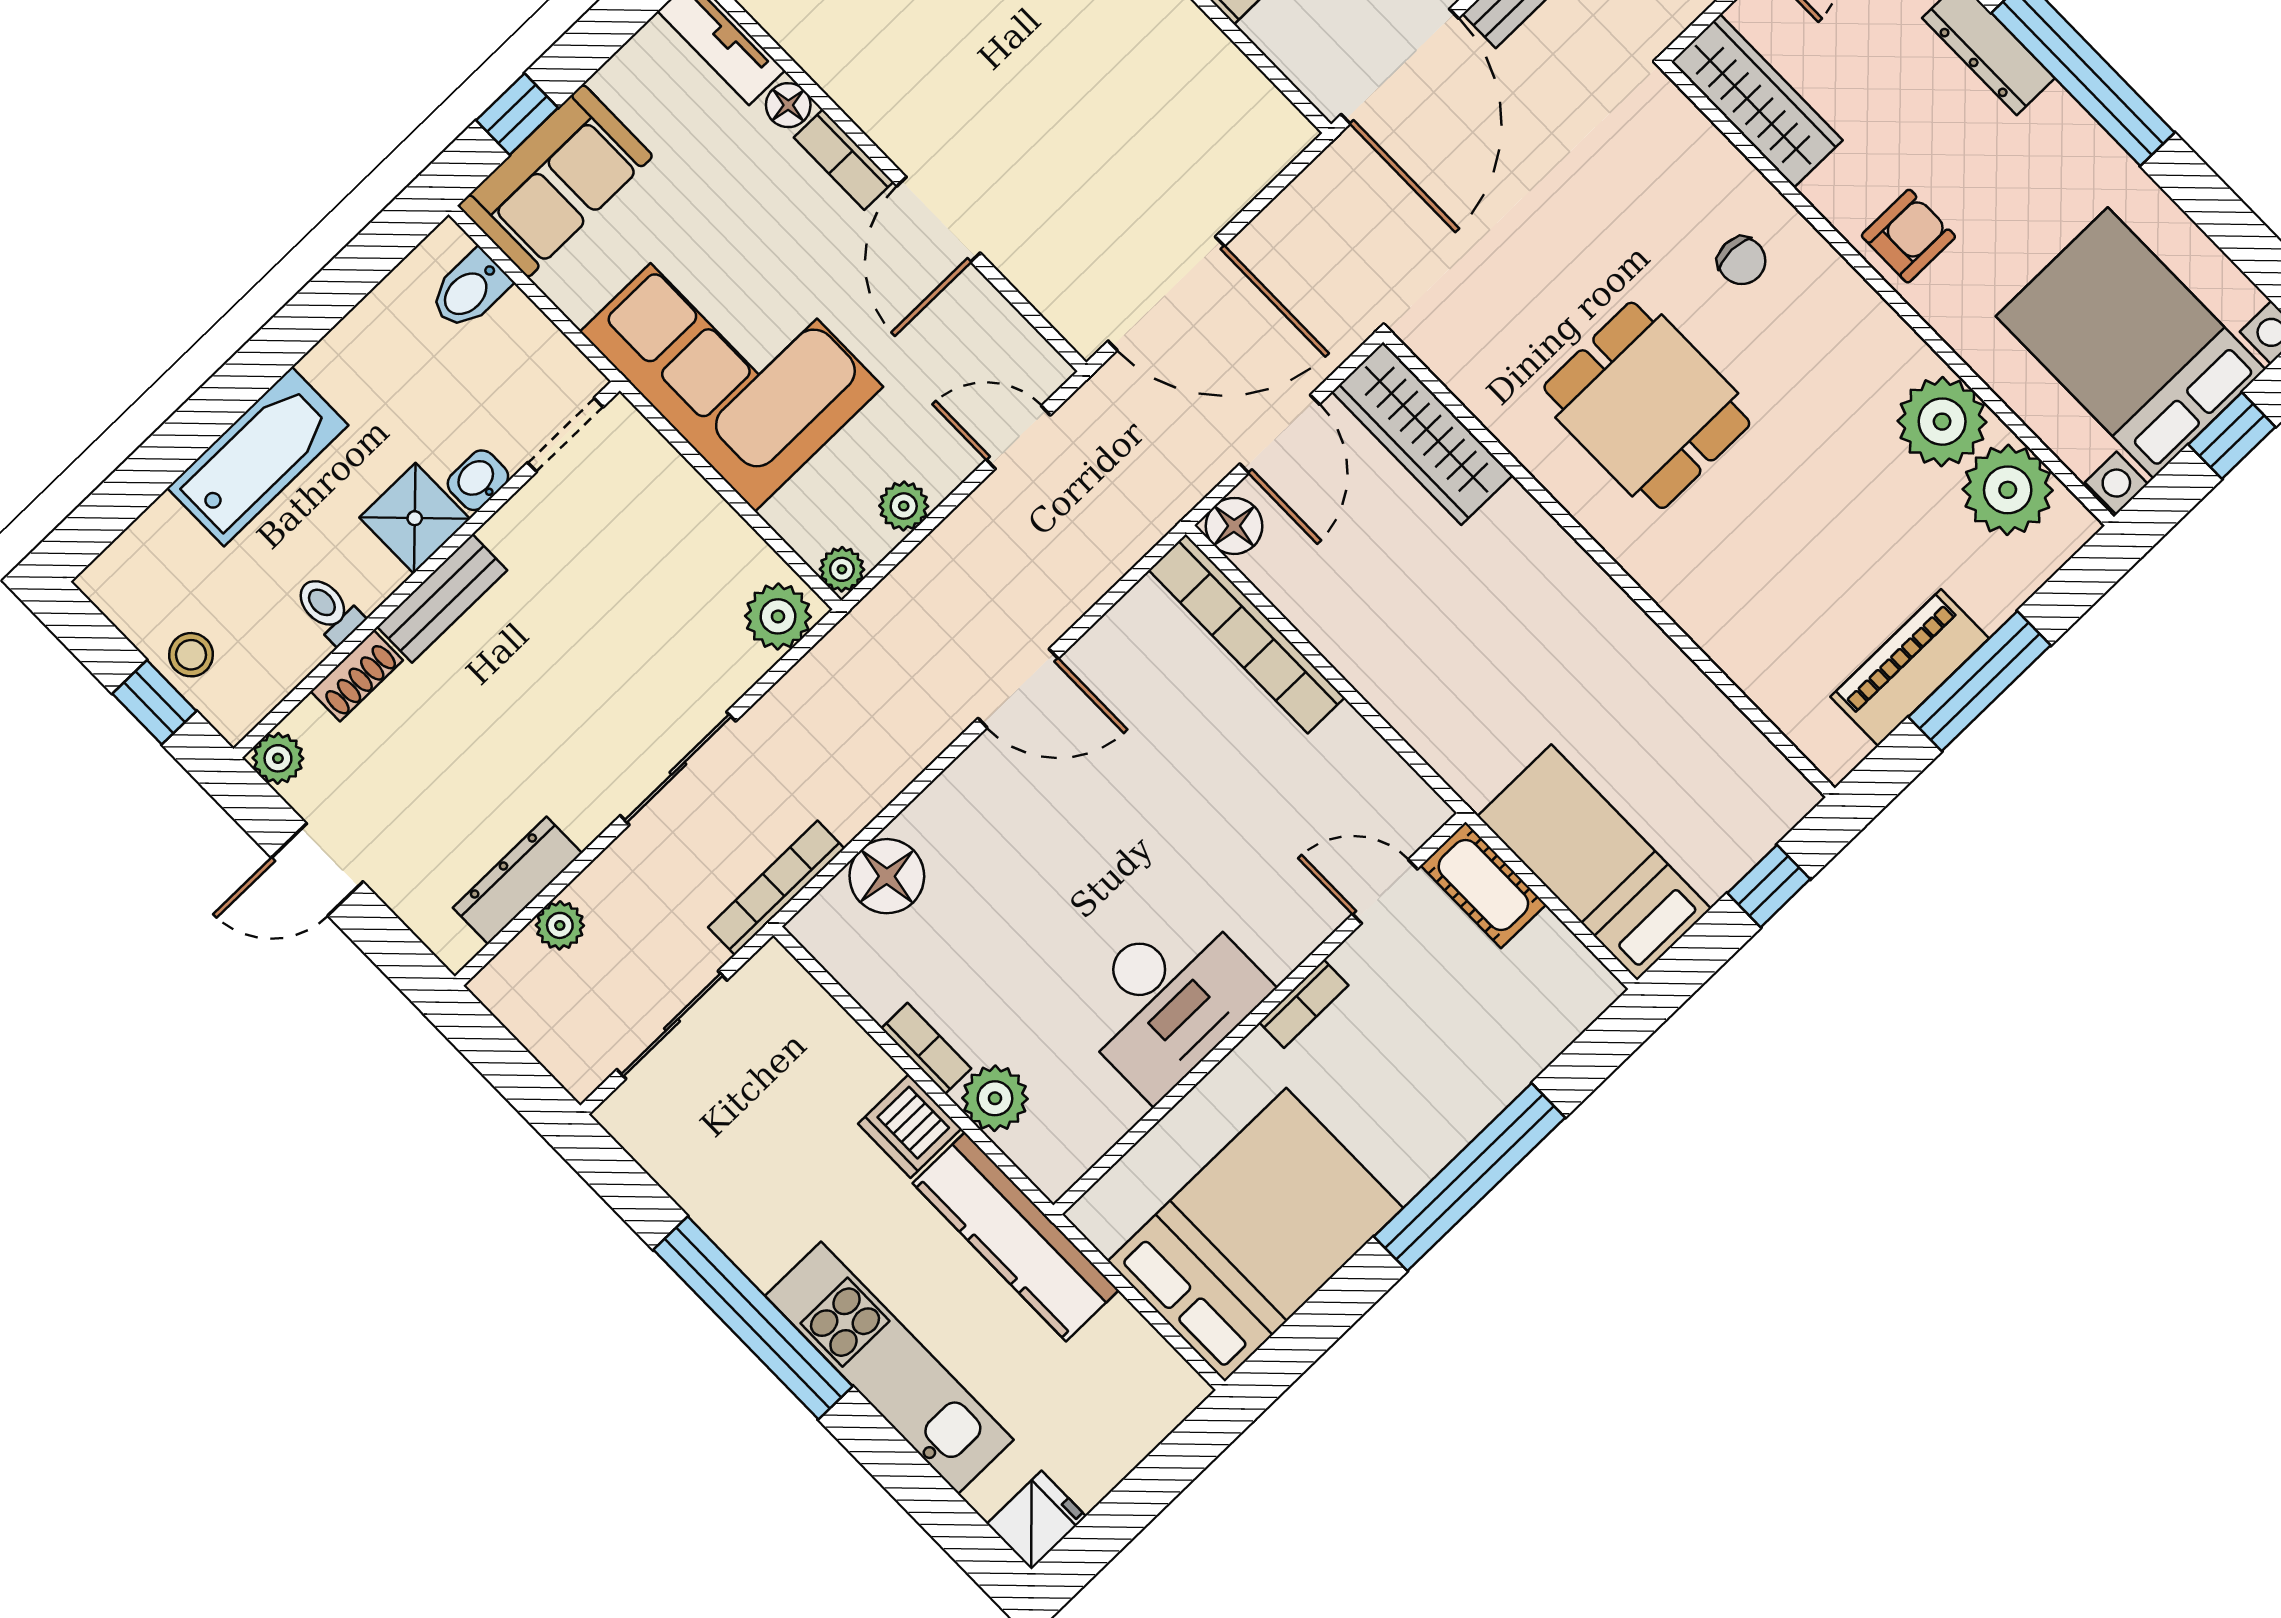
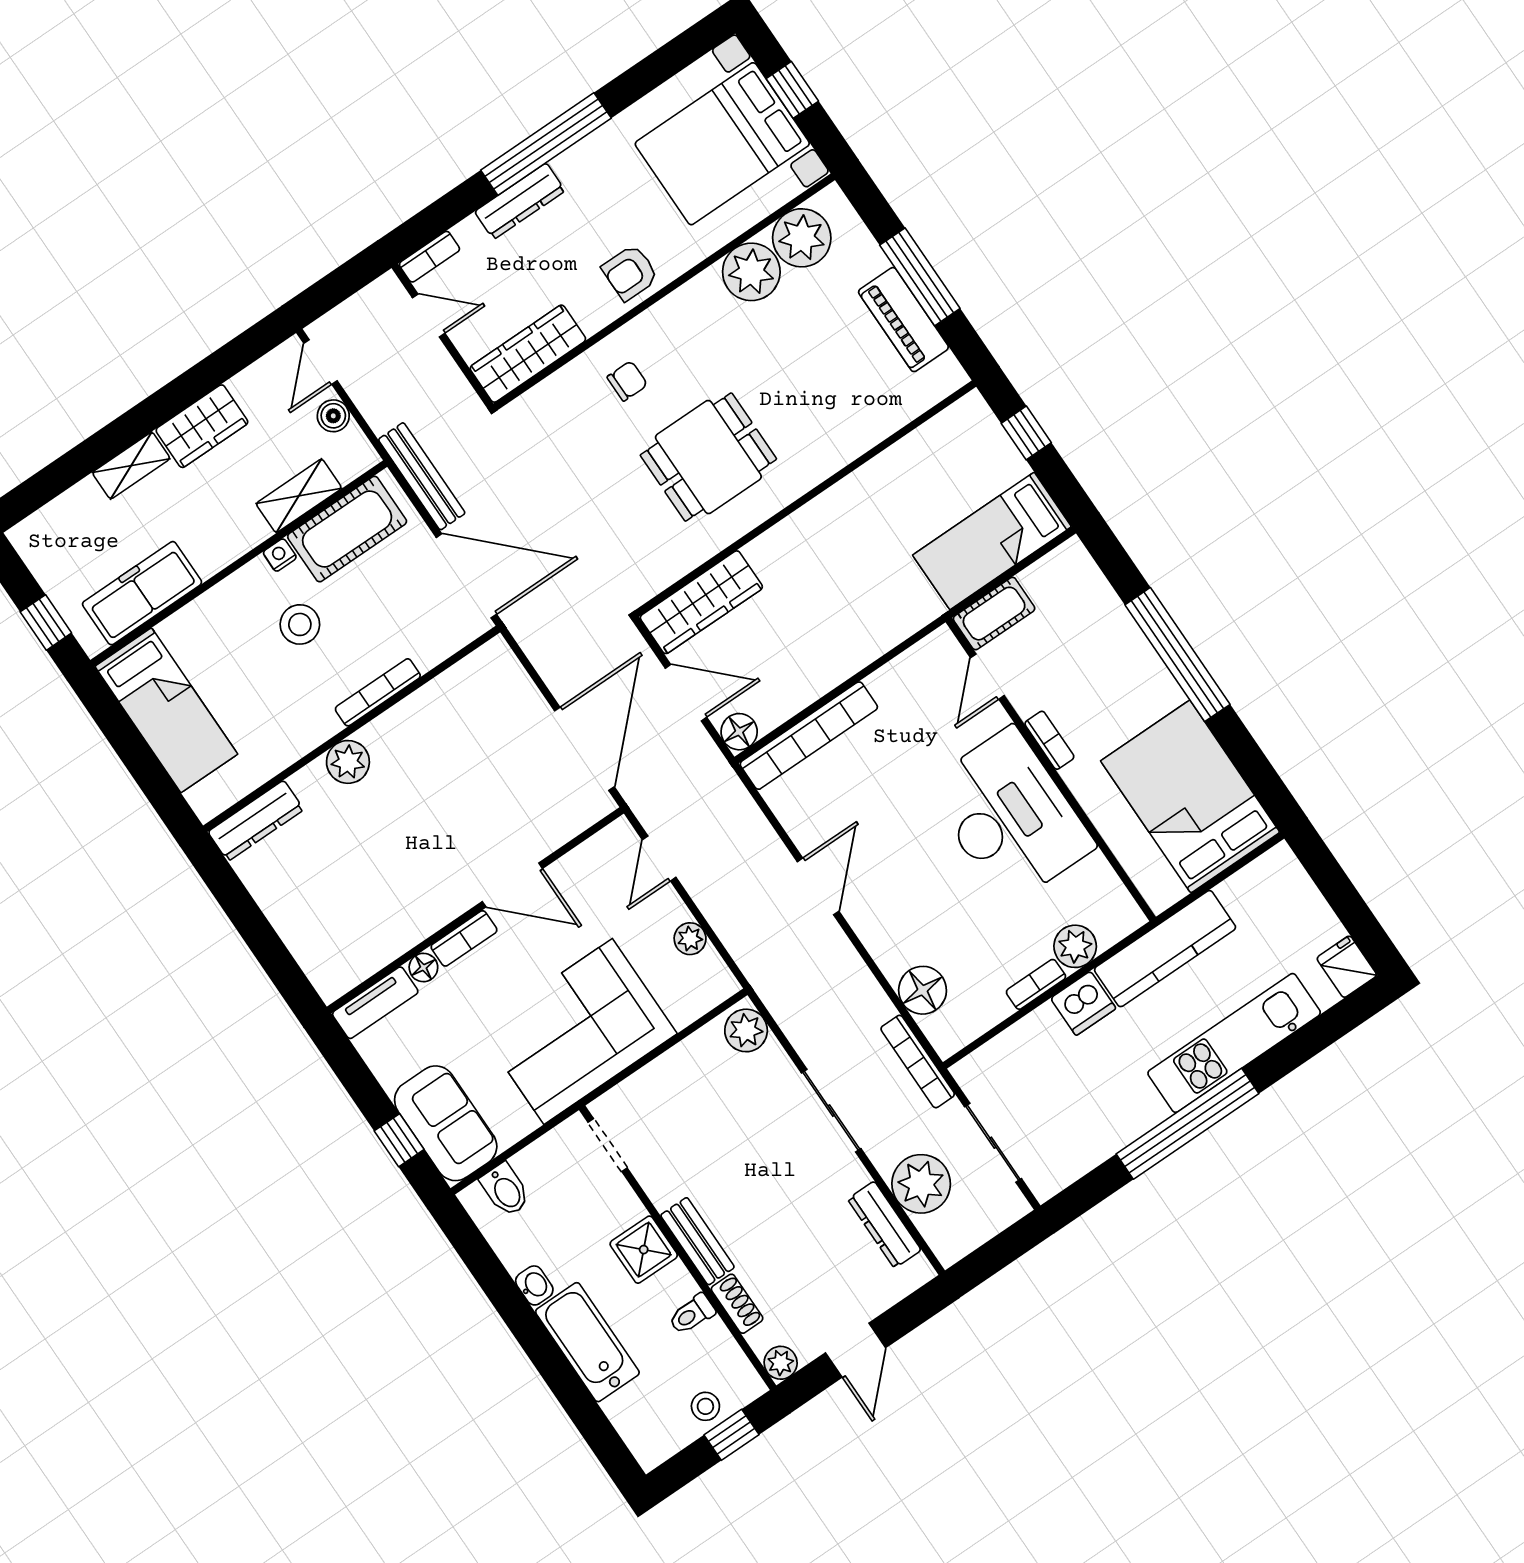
armchair: (1908, 236) -> (630, 273), turned -90
washbasin: (478, 480) -> (534, 1285), moved, turned 180
plant: (842, 569) -> (723, 985), removed
plant: (560, 925) -> (921, 1184), width x1.88, depth x1.88
desk: (1168, 999) -> (1010, 816), width x1.36, depth x1.30

